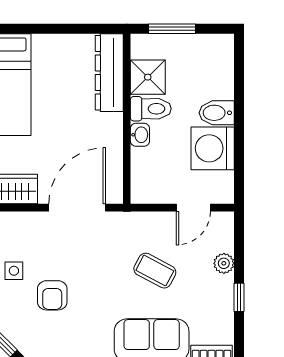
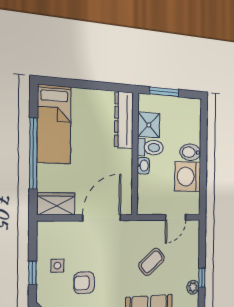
plant: (224, 263) -> (193, 287), moved
coffee table: (155, 271) -> (152, 262), turned -68
armchair: (52, 295) -> (84, 283), turned 90

